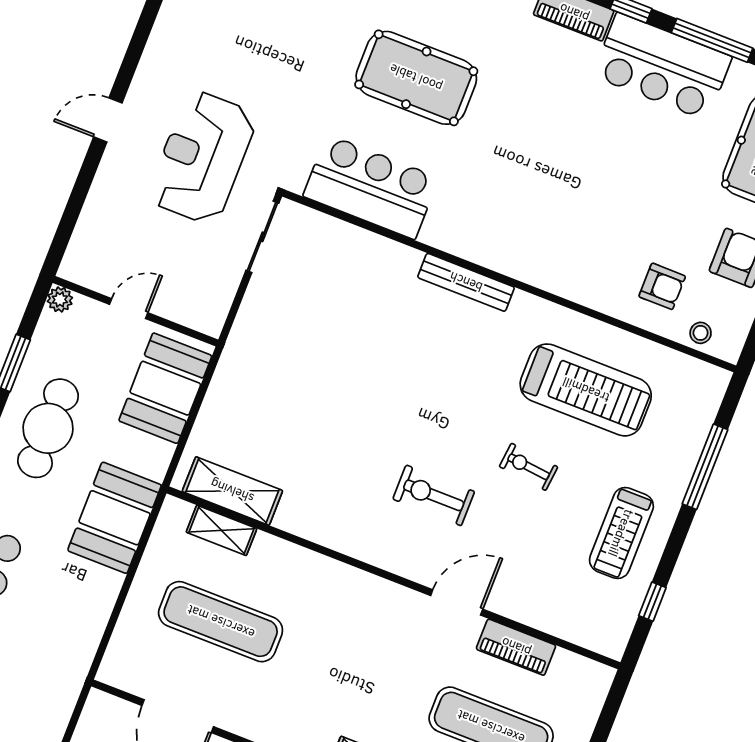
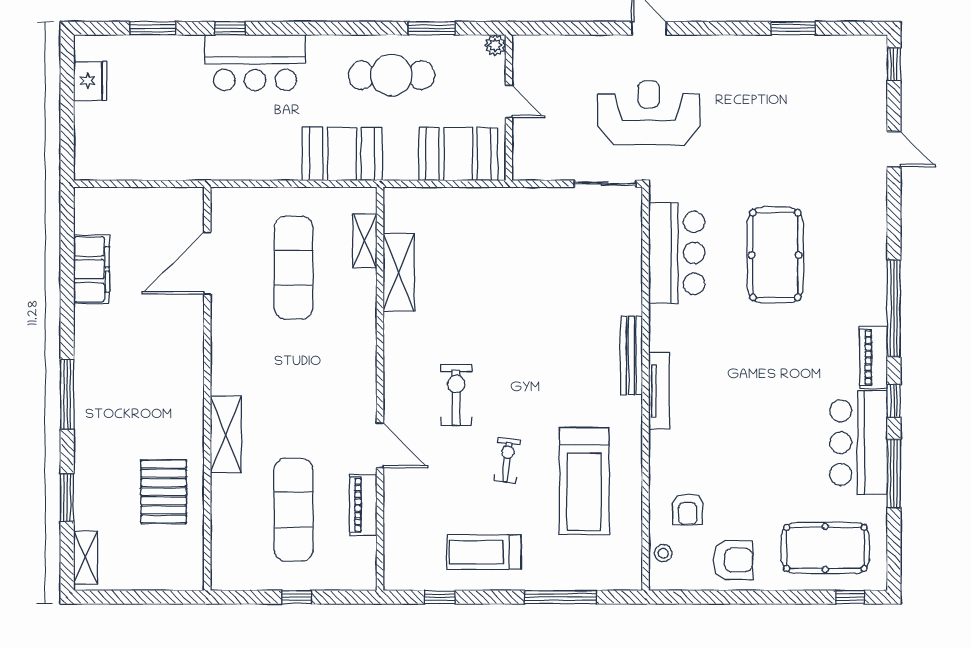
tv unit: (517, 267) -> (659, 391), added
shelving: (232, 491) -> (399, 272), moved

